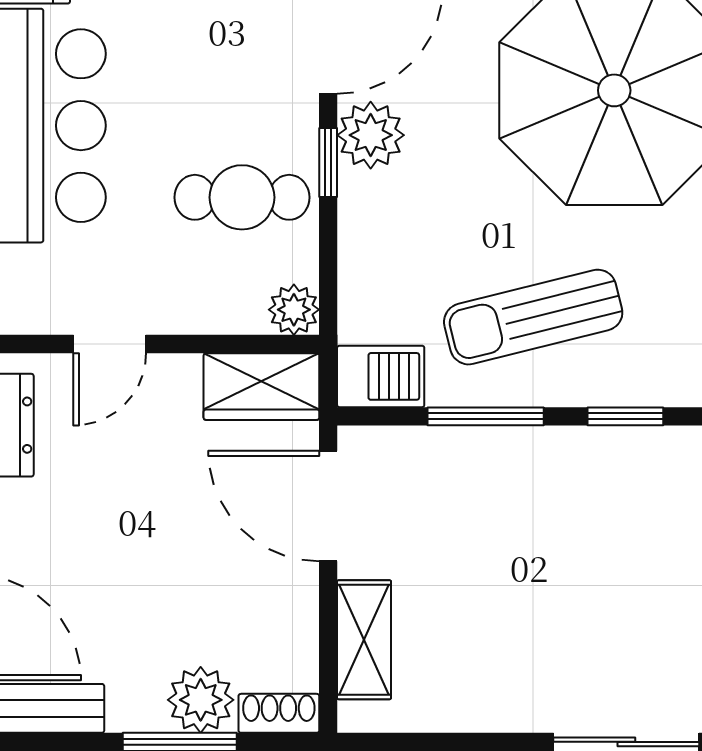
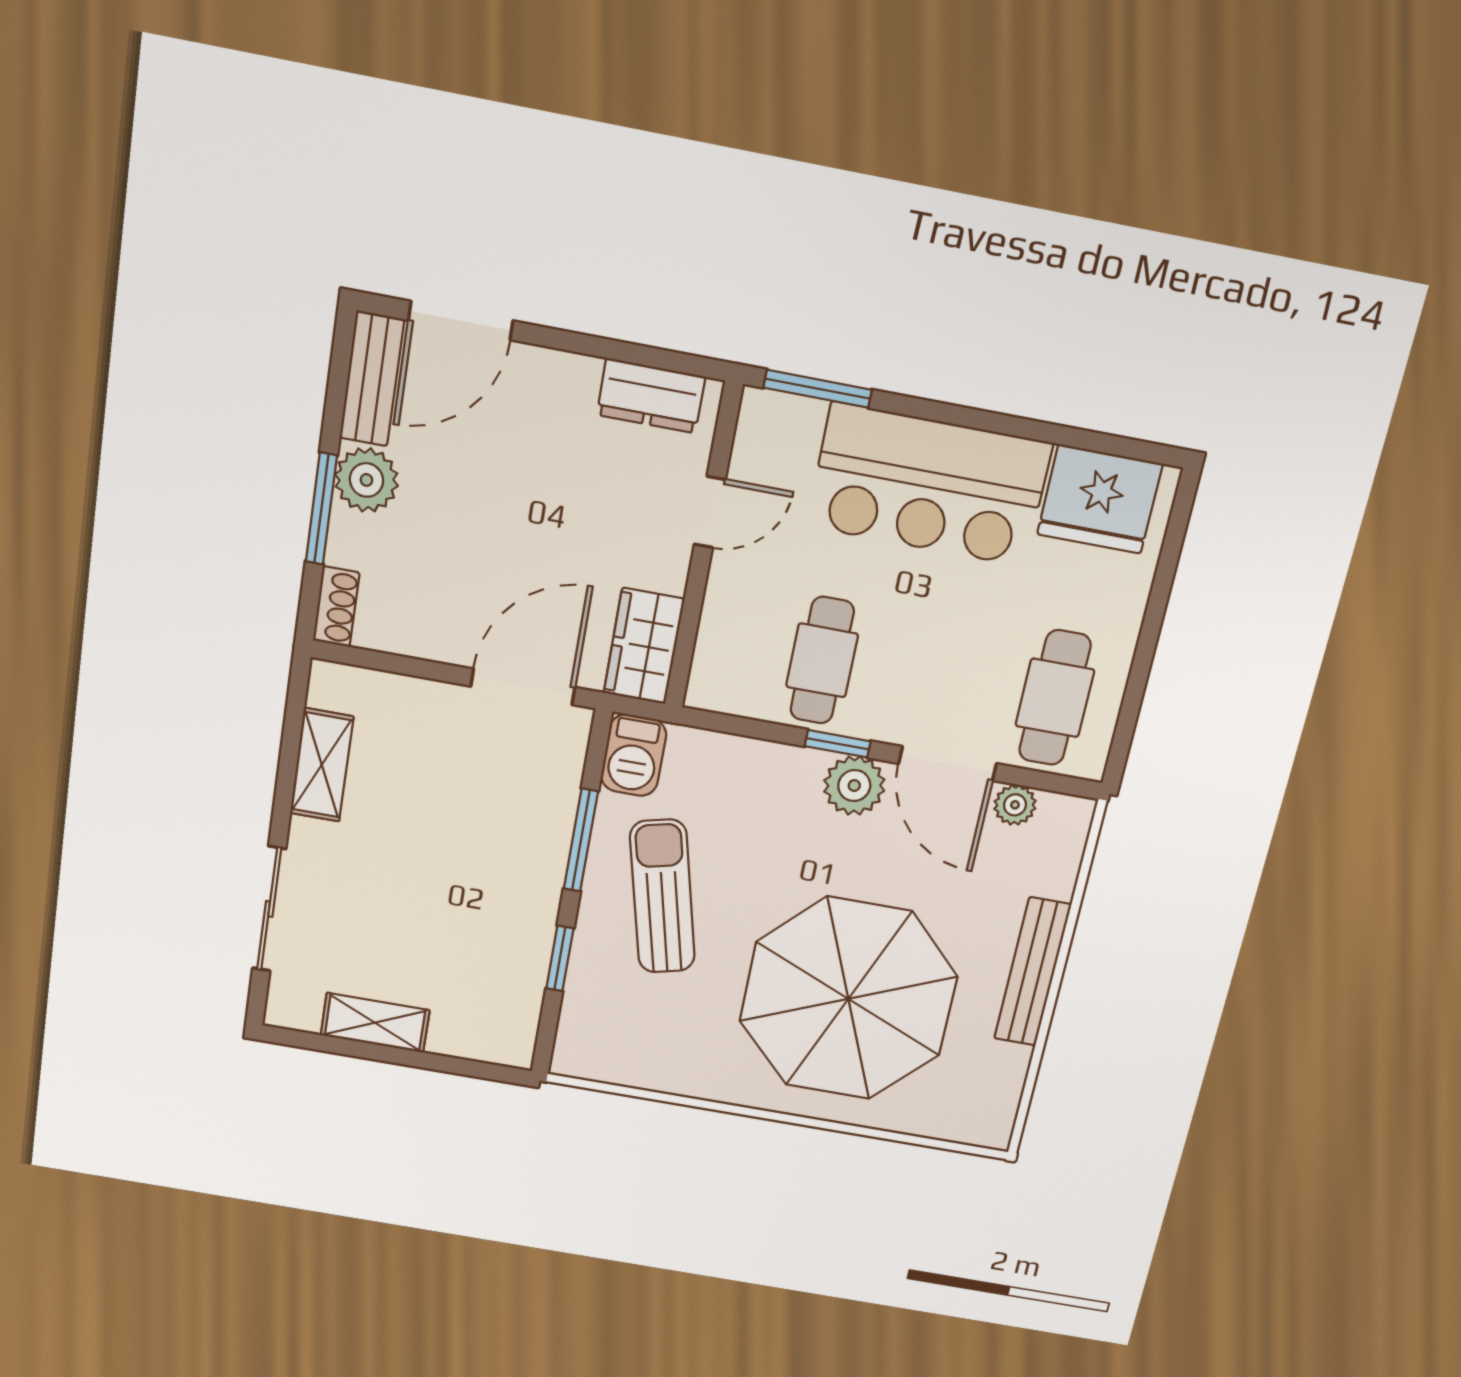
plant: (294, 310) -> (709, 689), removed
door: (110, 344) -> (710, 512), swing flipped
shelving: (364, 640) -> (322, 765), moved, turned 90
plant: (201, 700) -> (366, 480), moved

